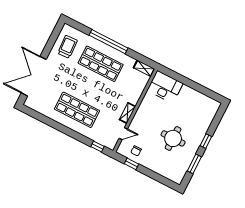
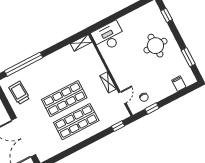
window: (109, 42) -> (24, 64), moved
shop shelf: (101, 64) -> (64, 99), moved
round table: (173, 138) -> (155, 46), moved
window: (206, 141) -> (166, 15), moved
filing cabinet: (167, 171) -> (179, 84), added

